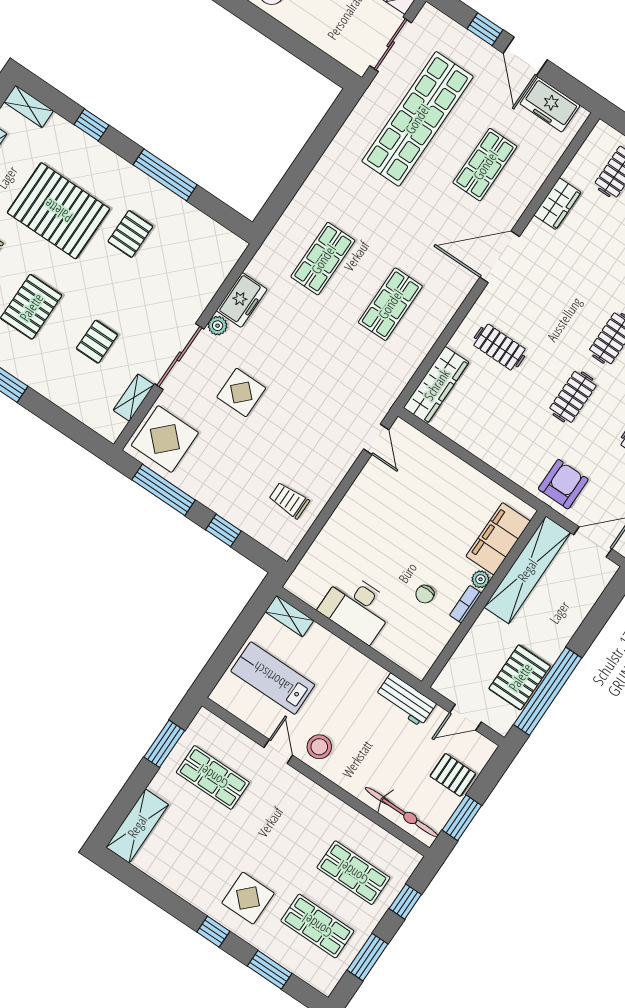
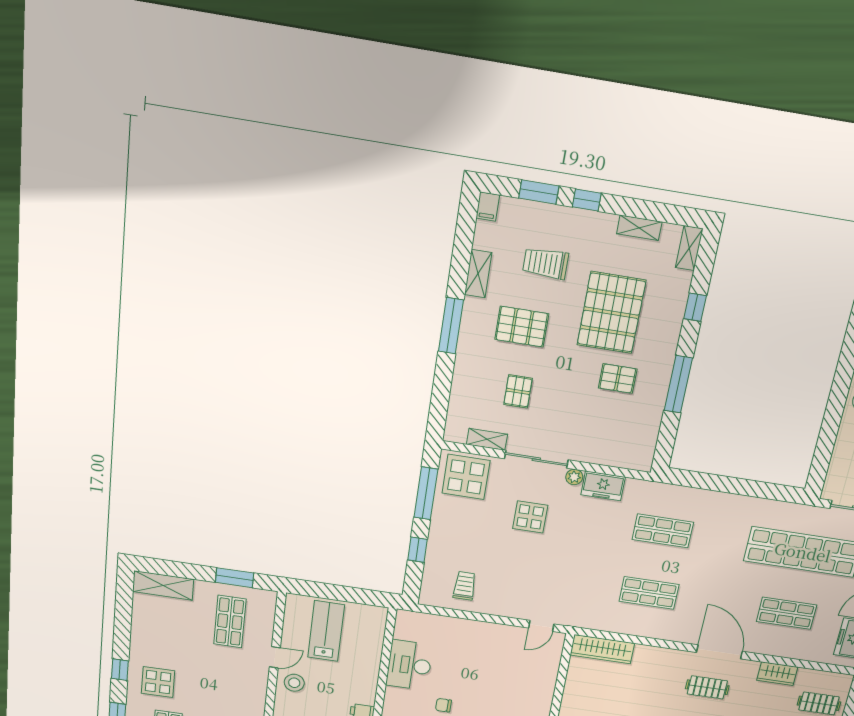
pallet: (97, 342) -> (518, 391), turned 90
clothes rail: (499, 347) -> (707, 687), moved, turned 90
shelving: (289, 616) -> (378, 623), removed

